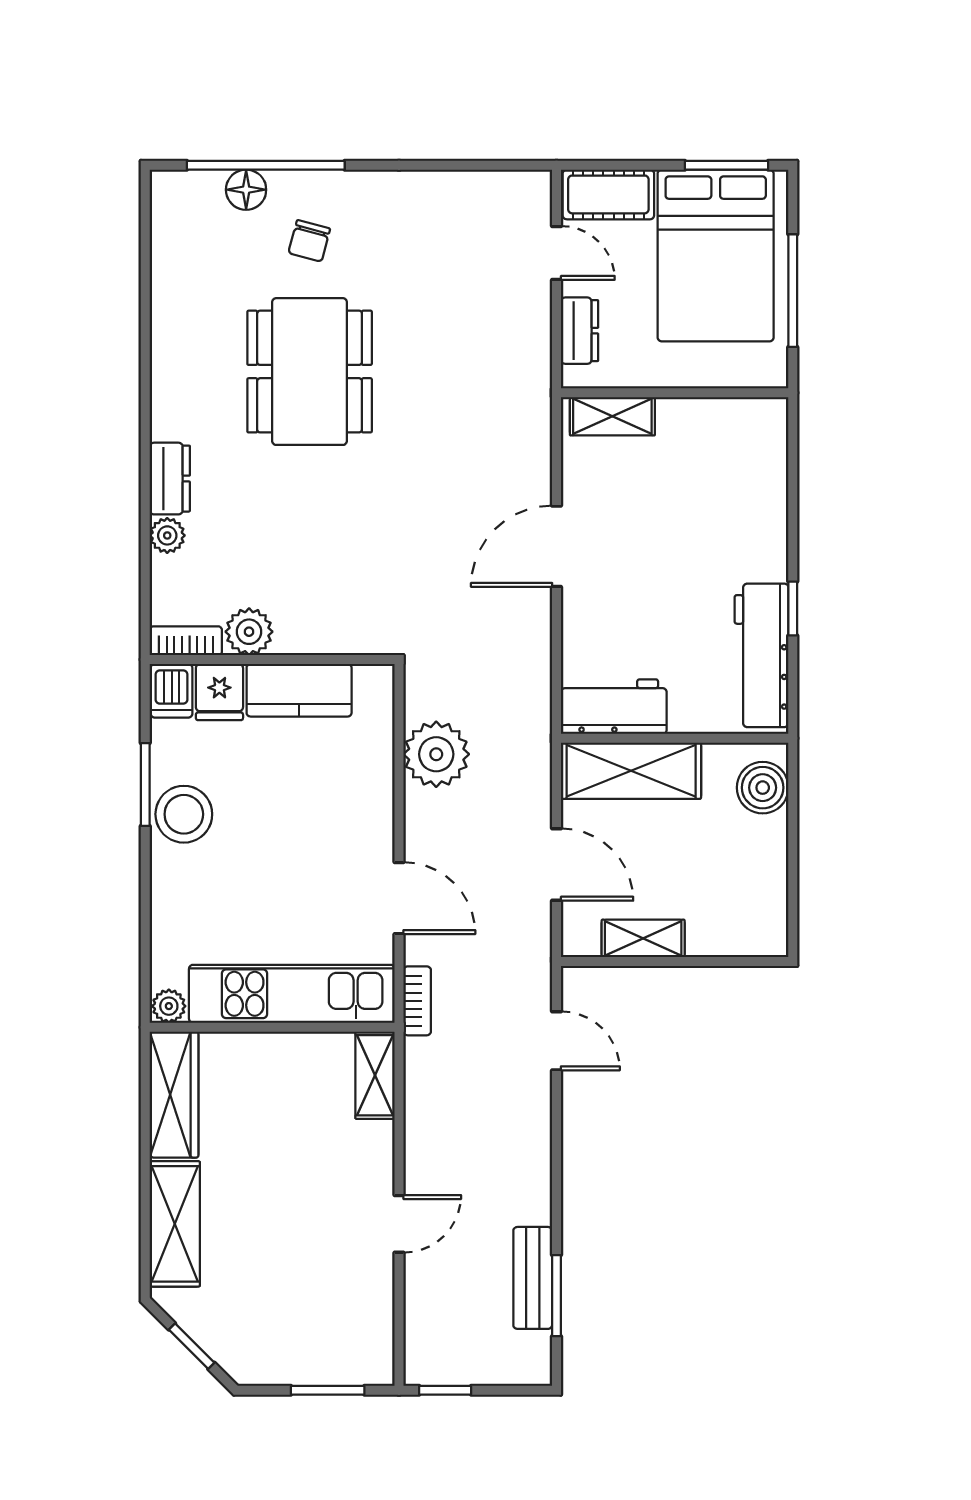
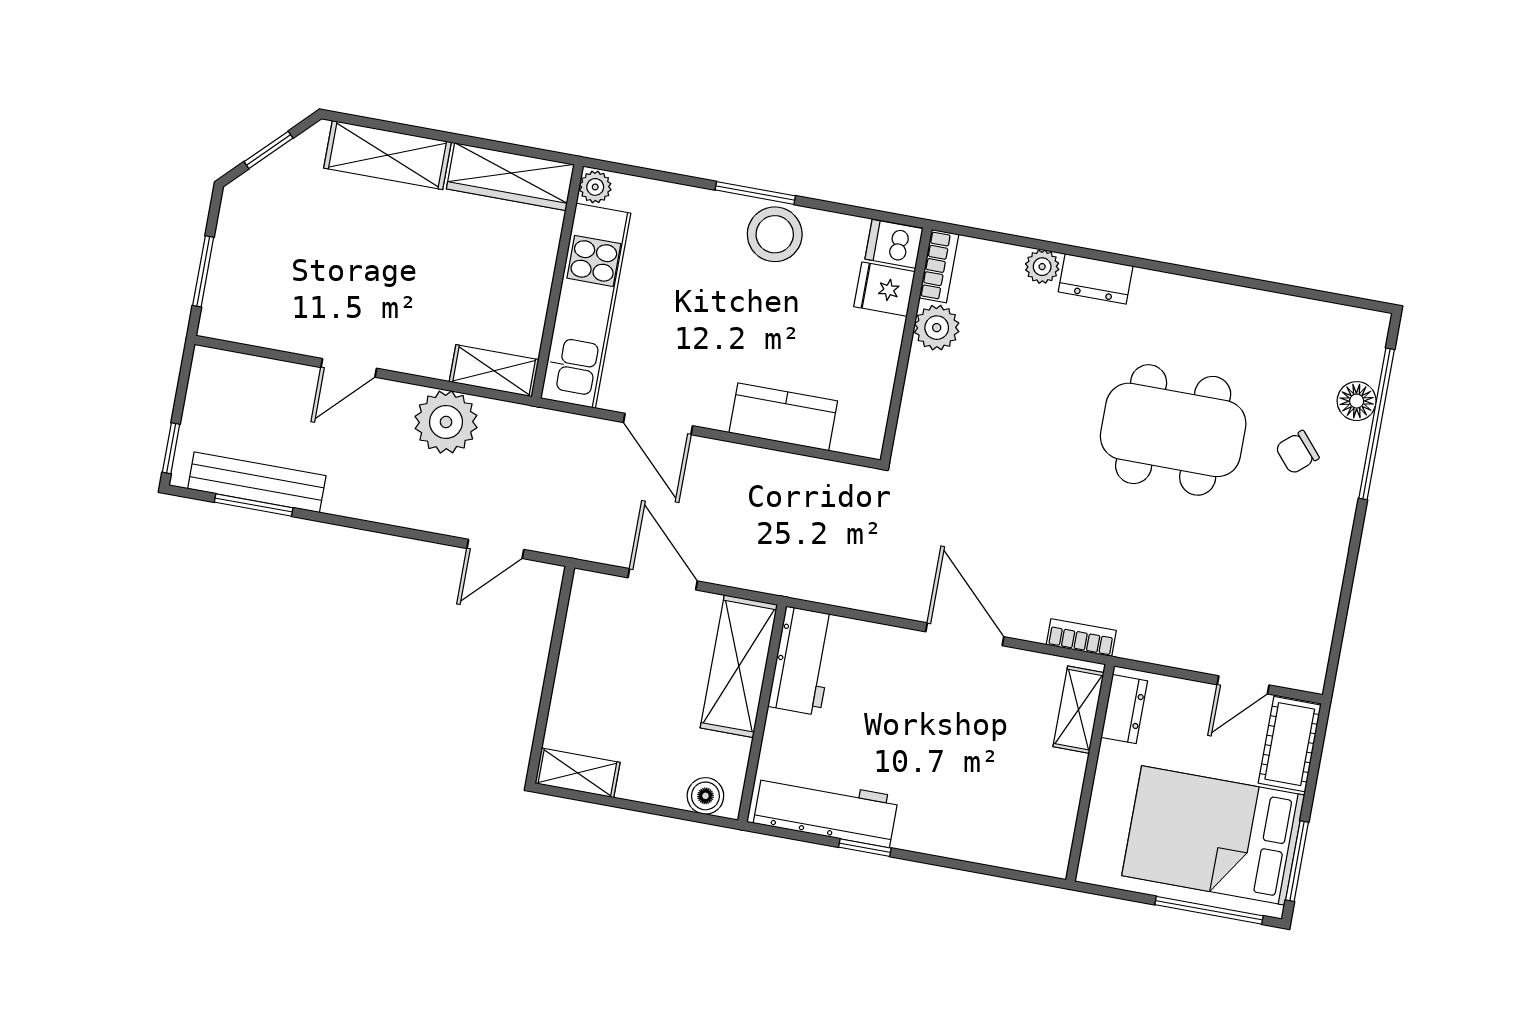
chair: (309, 241) -> (1297, 452), turned -56
window: (793, 291) -> (1209, 910), moved
dresser: (580, 331) -> (1124, 709), moved, turned -90
kitchen counter: (299, 690) -> (783, 417), moved, turned 90
plant: (436, 754) -> (446, 422), moved
window: (145, 785) -> (755, 193), moved
boiler: (763, 788) -> (705, 796), width x0.73, depth x0.73
door: (557, 865) -> (663, 579), swing flipped
door: (399, 898) -> (658, 424), hinge flipped
shelving: (643, 938) -> (577, 773), moved, turned 90
bookcase: (417, 1001) -> (1081, 638), moved, turned 180
door: (399, 1224) -> (349, 368), hinge flipped
bench: (533, 1278) -> (257, 482), width x1.36
window: (445, 1390) -> (171, 448), moved

